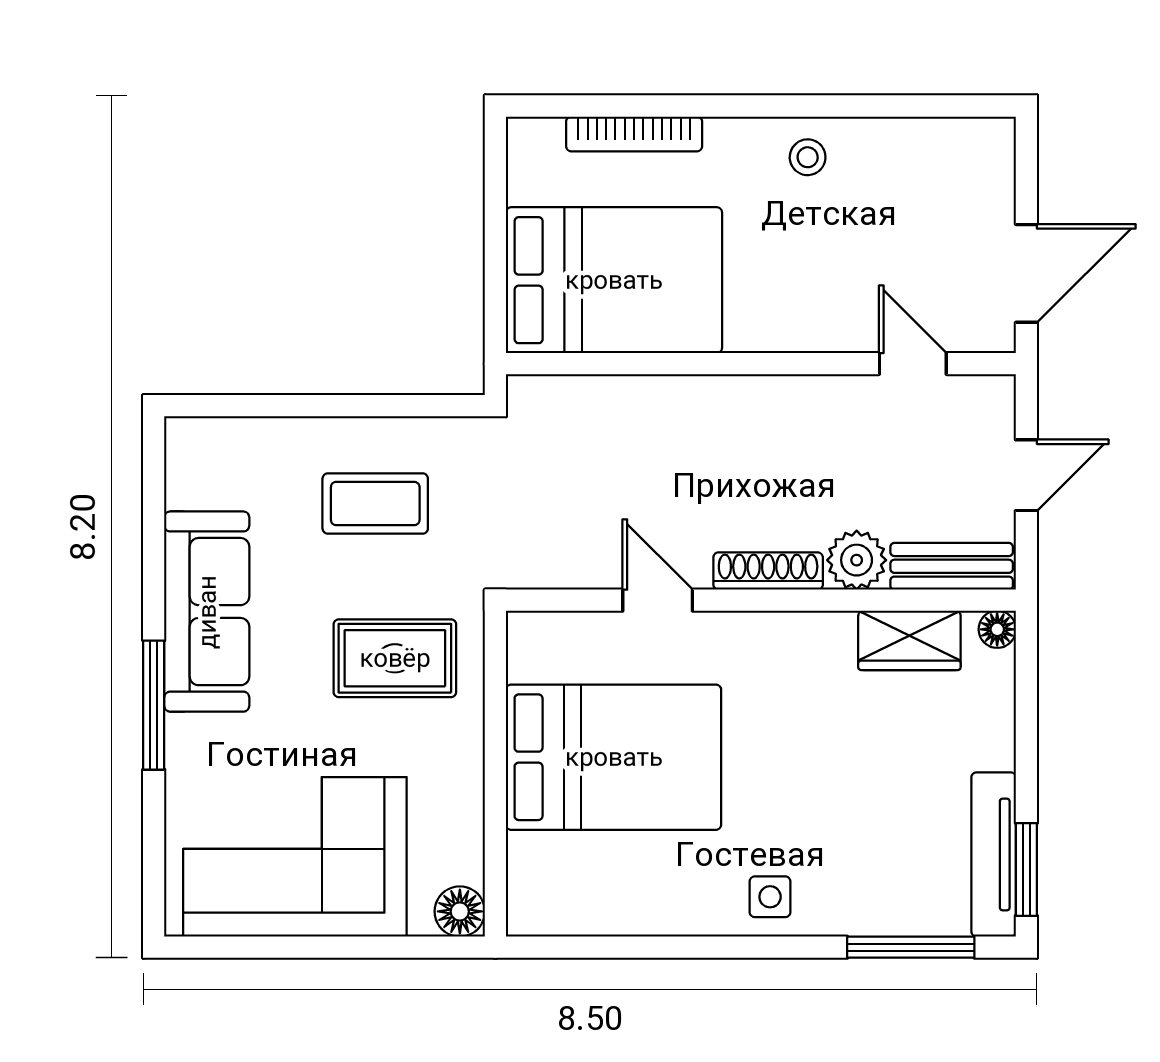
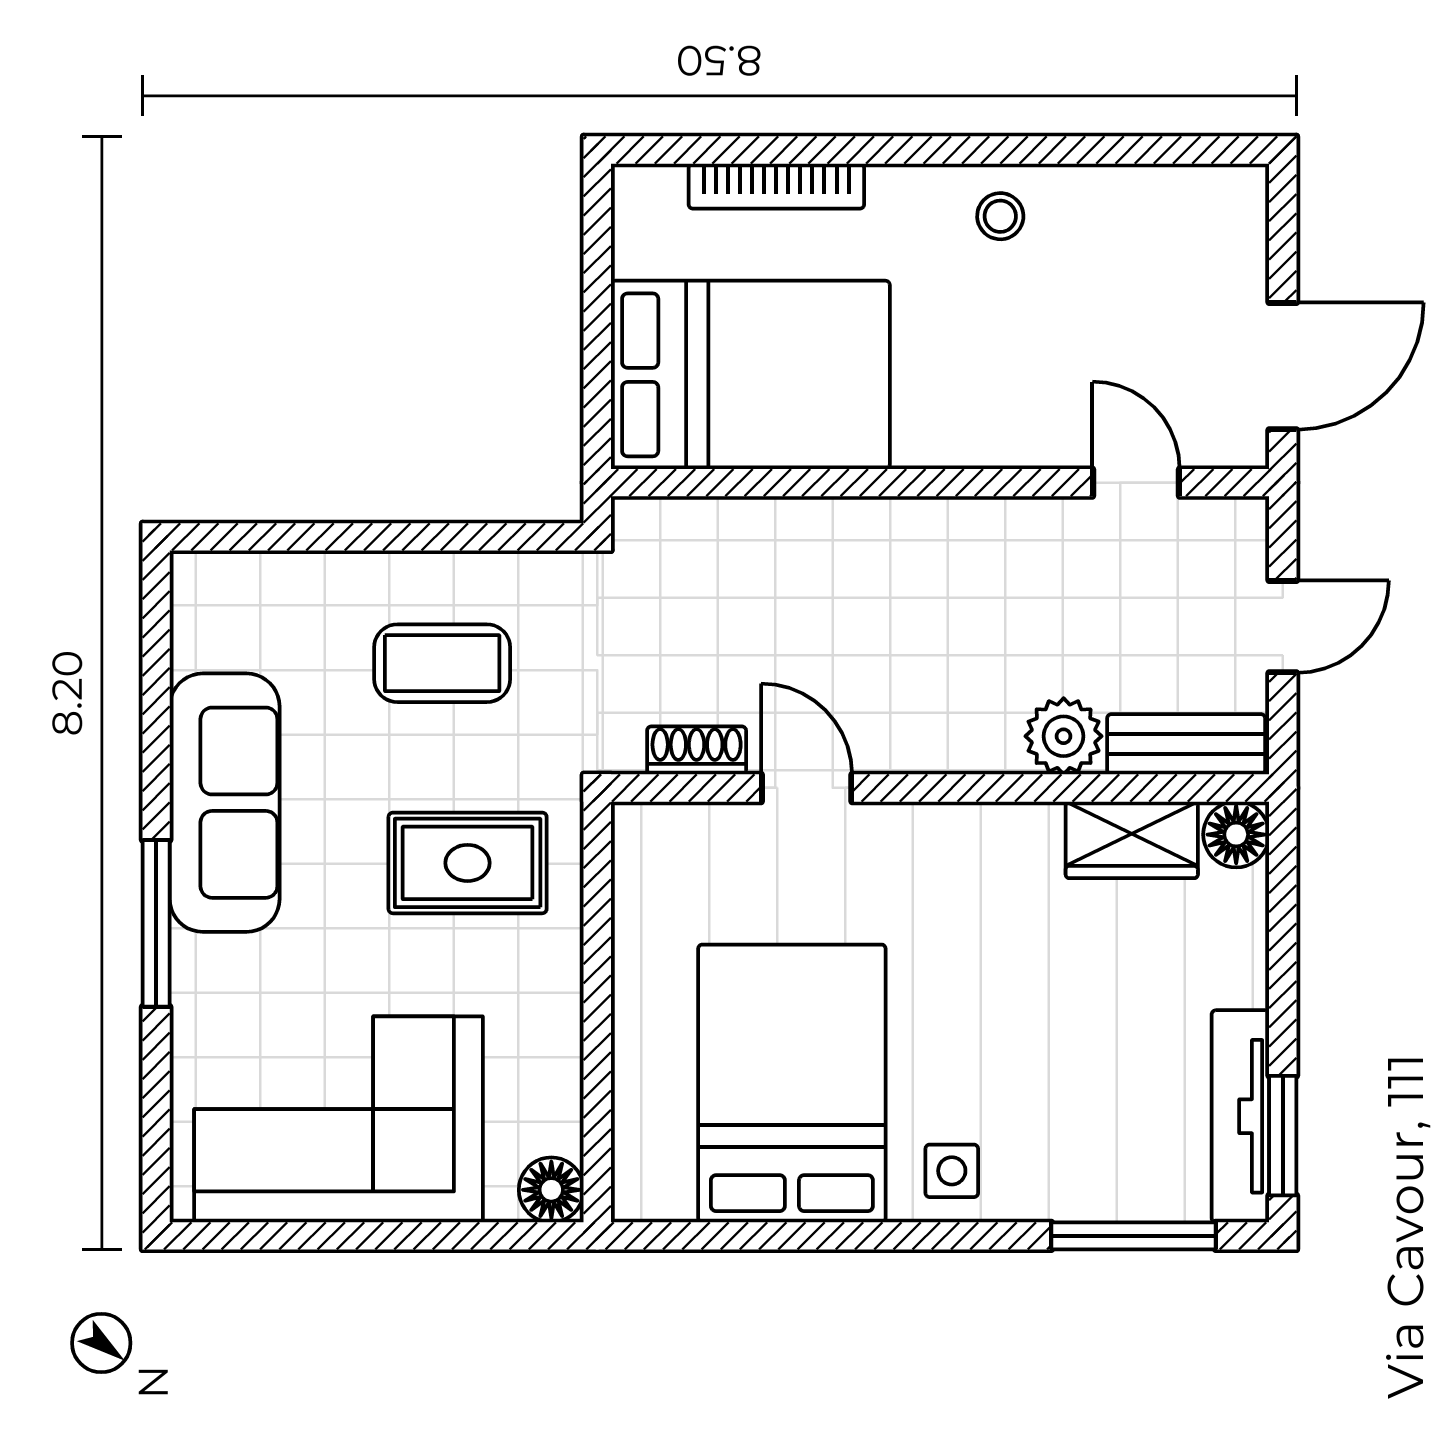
shoe rack: (768, 571) -> (697, 750), moved, width x0.70
floor lamp: (997, 629) -> (1236, 835), width x1.37, depth x1.37
bed: (614, 757) -> (792, 1083), moved, turned -90

